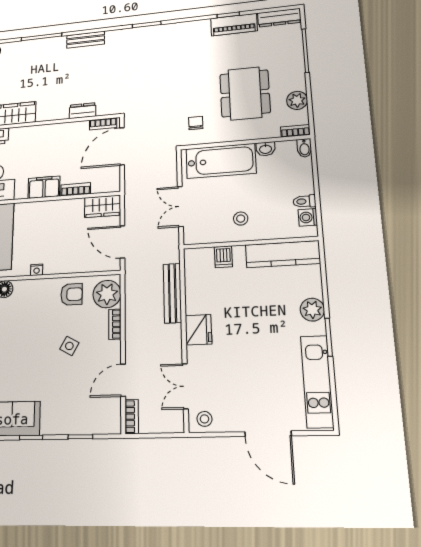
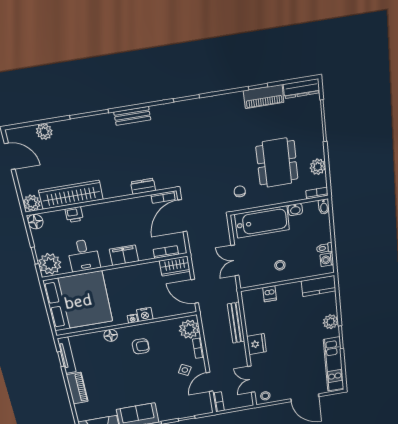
bookcase: (76, 189) -> (166, 252), moved
kitchen counter: (283, 254) -> (319, 286), width x0.67
nightstand: (53, 266) -> (145, 314), added
armchair: (72, 294) -> (141, 346), moved
side table: (69, 346) -> (185, 370), moved

